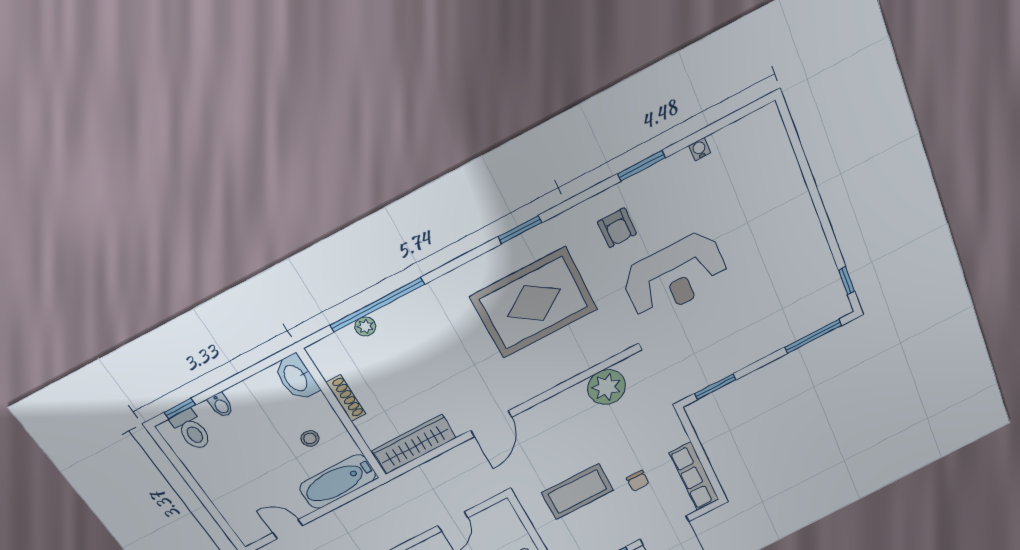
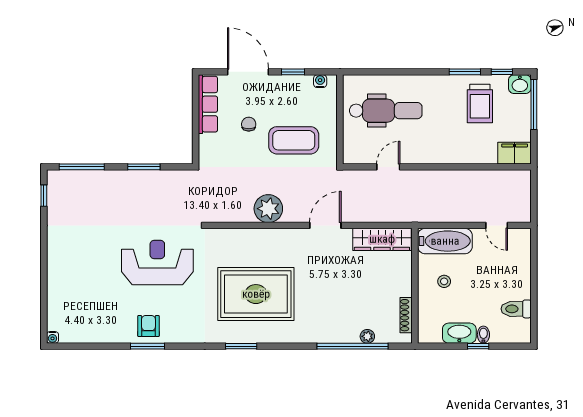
water cooler: (700, 149) -> (52, 337), moved
armchair: (617, 228) -> (148, 326), moved
washbasin: (296, 378) -> (459, 333), moved, turned -90
plant: (607, 387) -> (268, 209), moved
window: (715, 387) -> (144, 167), moved
shoe rack: (346, 398) -> (406, 315), moved
window: (180, 409) -> (478, 346), moved
toilet: (192, 430) -> (516, 309), moved, turned -90

